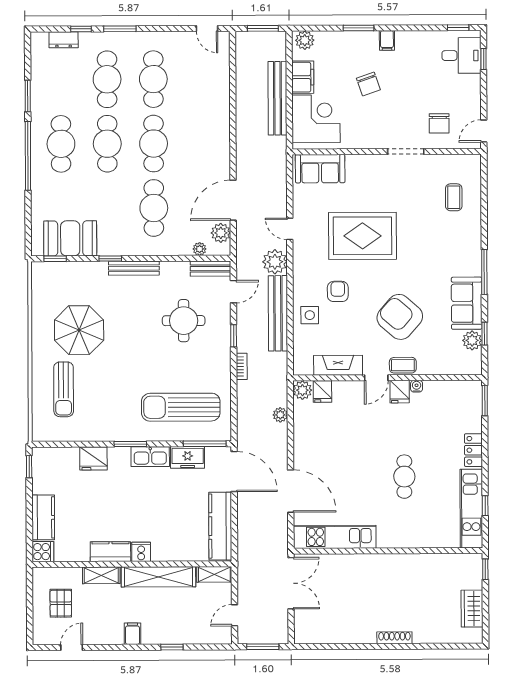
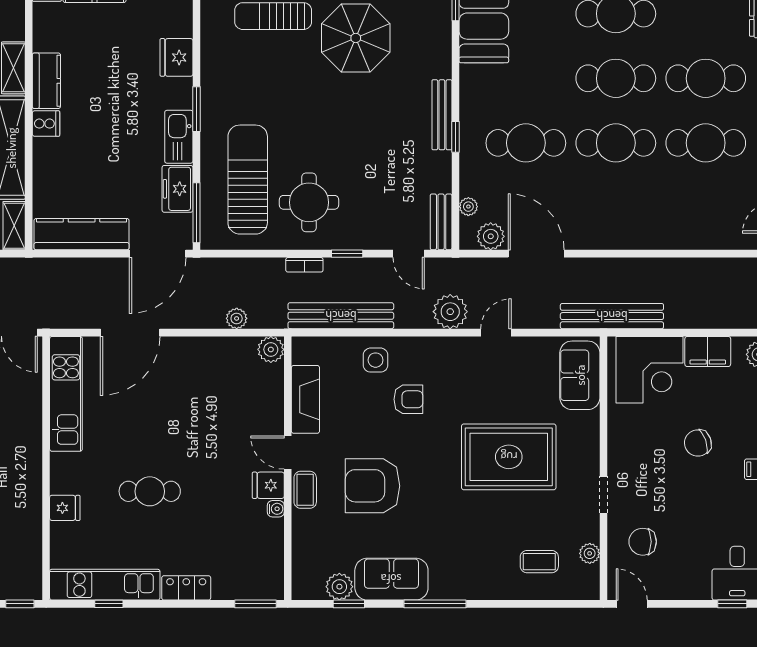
bench: (277, 98) -> (612, 316), moved
doorway: (406, 152) -> (603, 495), width x0.73
plant: (448, 161) -> (590, 553), added
rug: (363, 236) -> (509, 457), moved, turned 90
window: (110, 259) -> (455, 137), moved
bench: (278, 313) -> (341, 316), moved
armchair: (400, 317) -> (373, 486), turned -131
round table: (184, 321) -> (309, 202), moved
fridge: (322, 391) -> (65, 508), moved, turned 180

